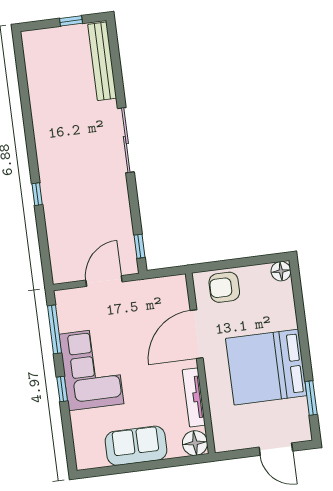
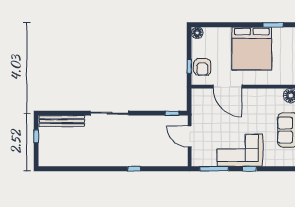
window: (223, 265) -> (189, 66), added
tv unit: (194, 397) -> (264, 93), removed

